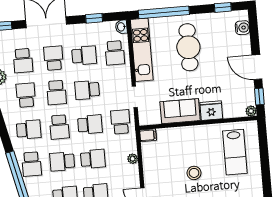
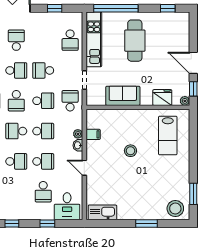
washbasin: (121, 27) -> (78, 145), moved
water cooler: (242, 28) -> (183, 27), removed
school desk: (84, 55) -> (43, 40), removed
school desk: (56, 93) -> (16, 70), turned -90
fridge: (211, 111) -> (162, 98), moved
filing cabinet: (148, 135) -> (93, 134), moved

